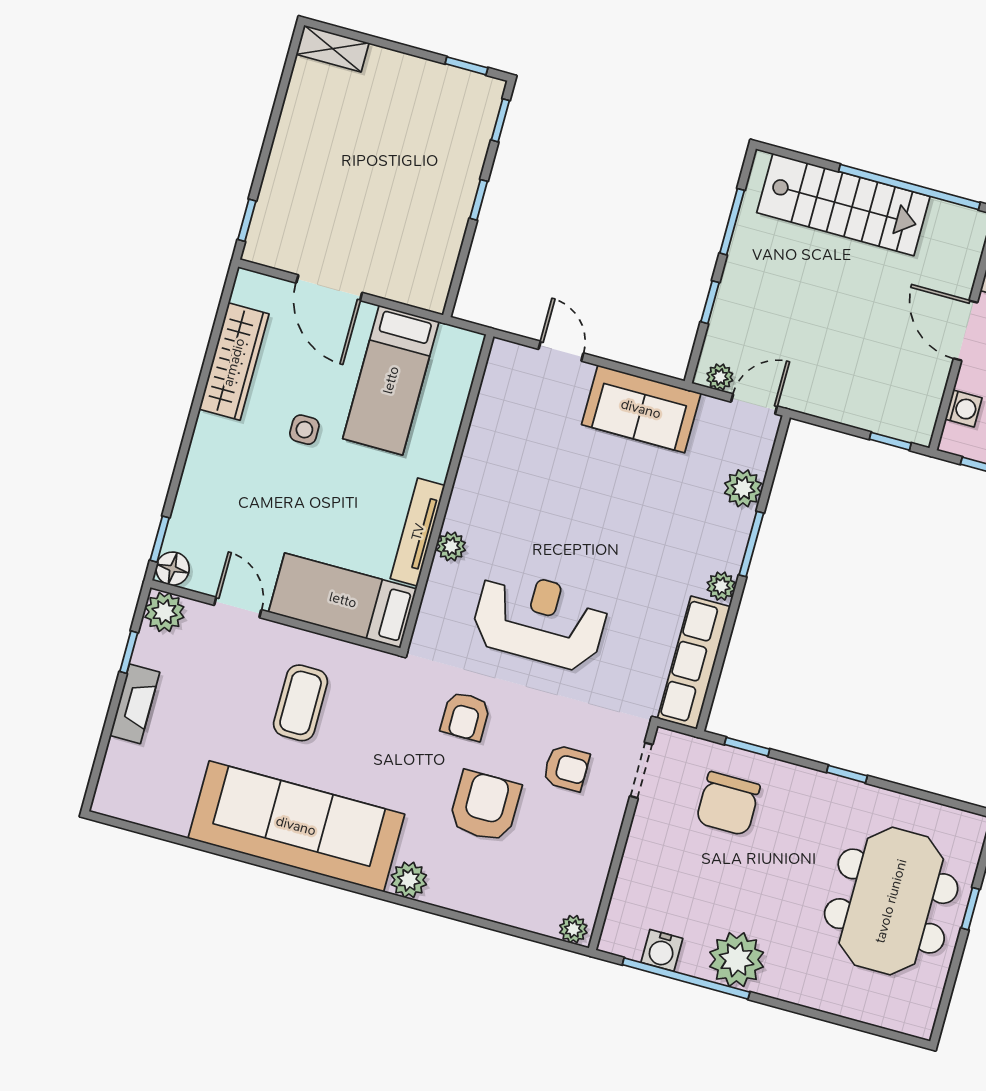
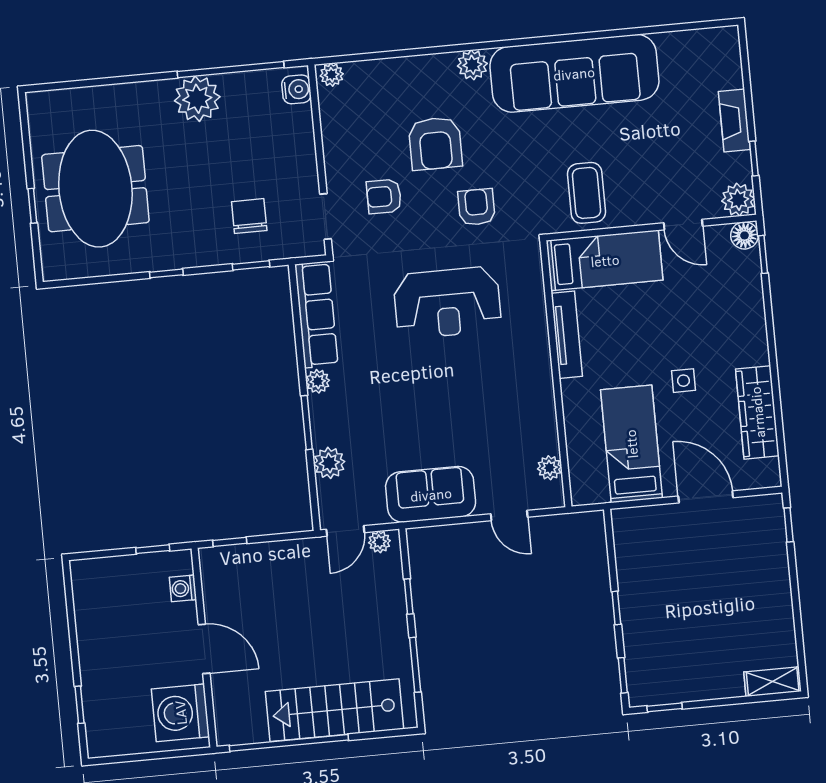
plant: (451, 546) -> (550, 468), moved
coffee table: (301, 703) -> (587, 193), moved
chair: (728, 804) -> (249, 216), width x0.73, depth x0.73
water cooler: (662, 950) -> (296, 89), moved, turned 90

